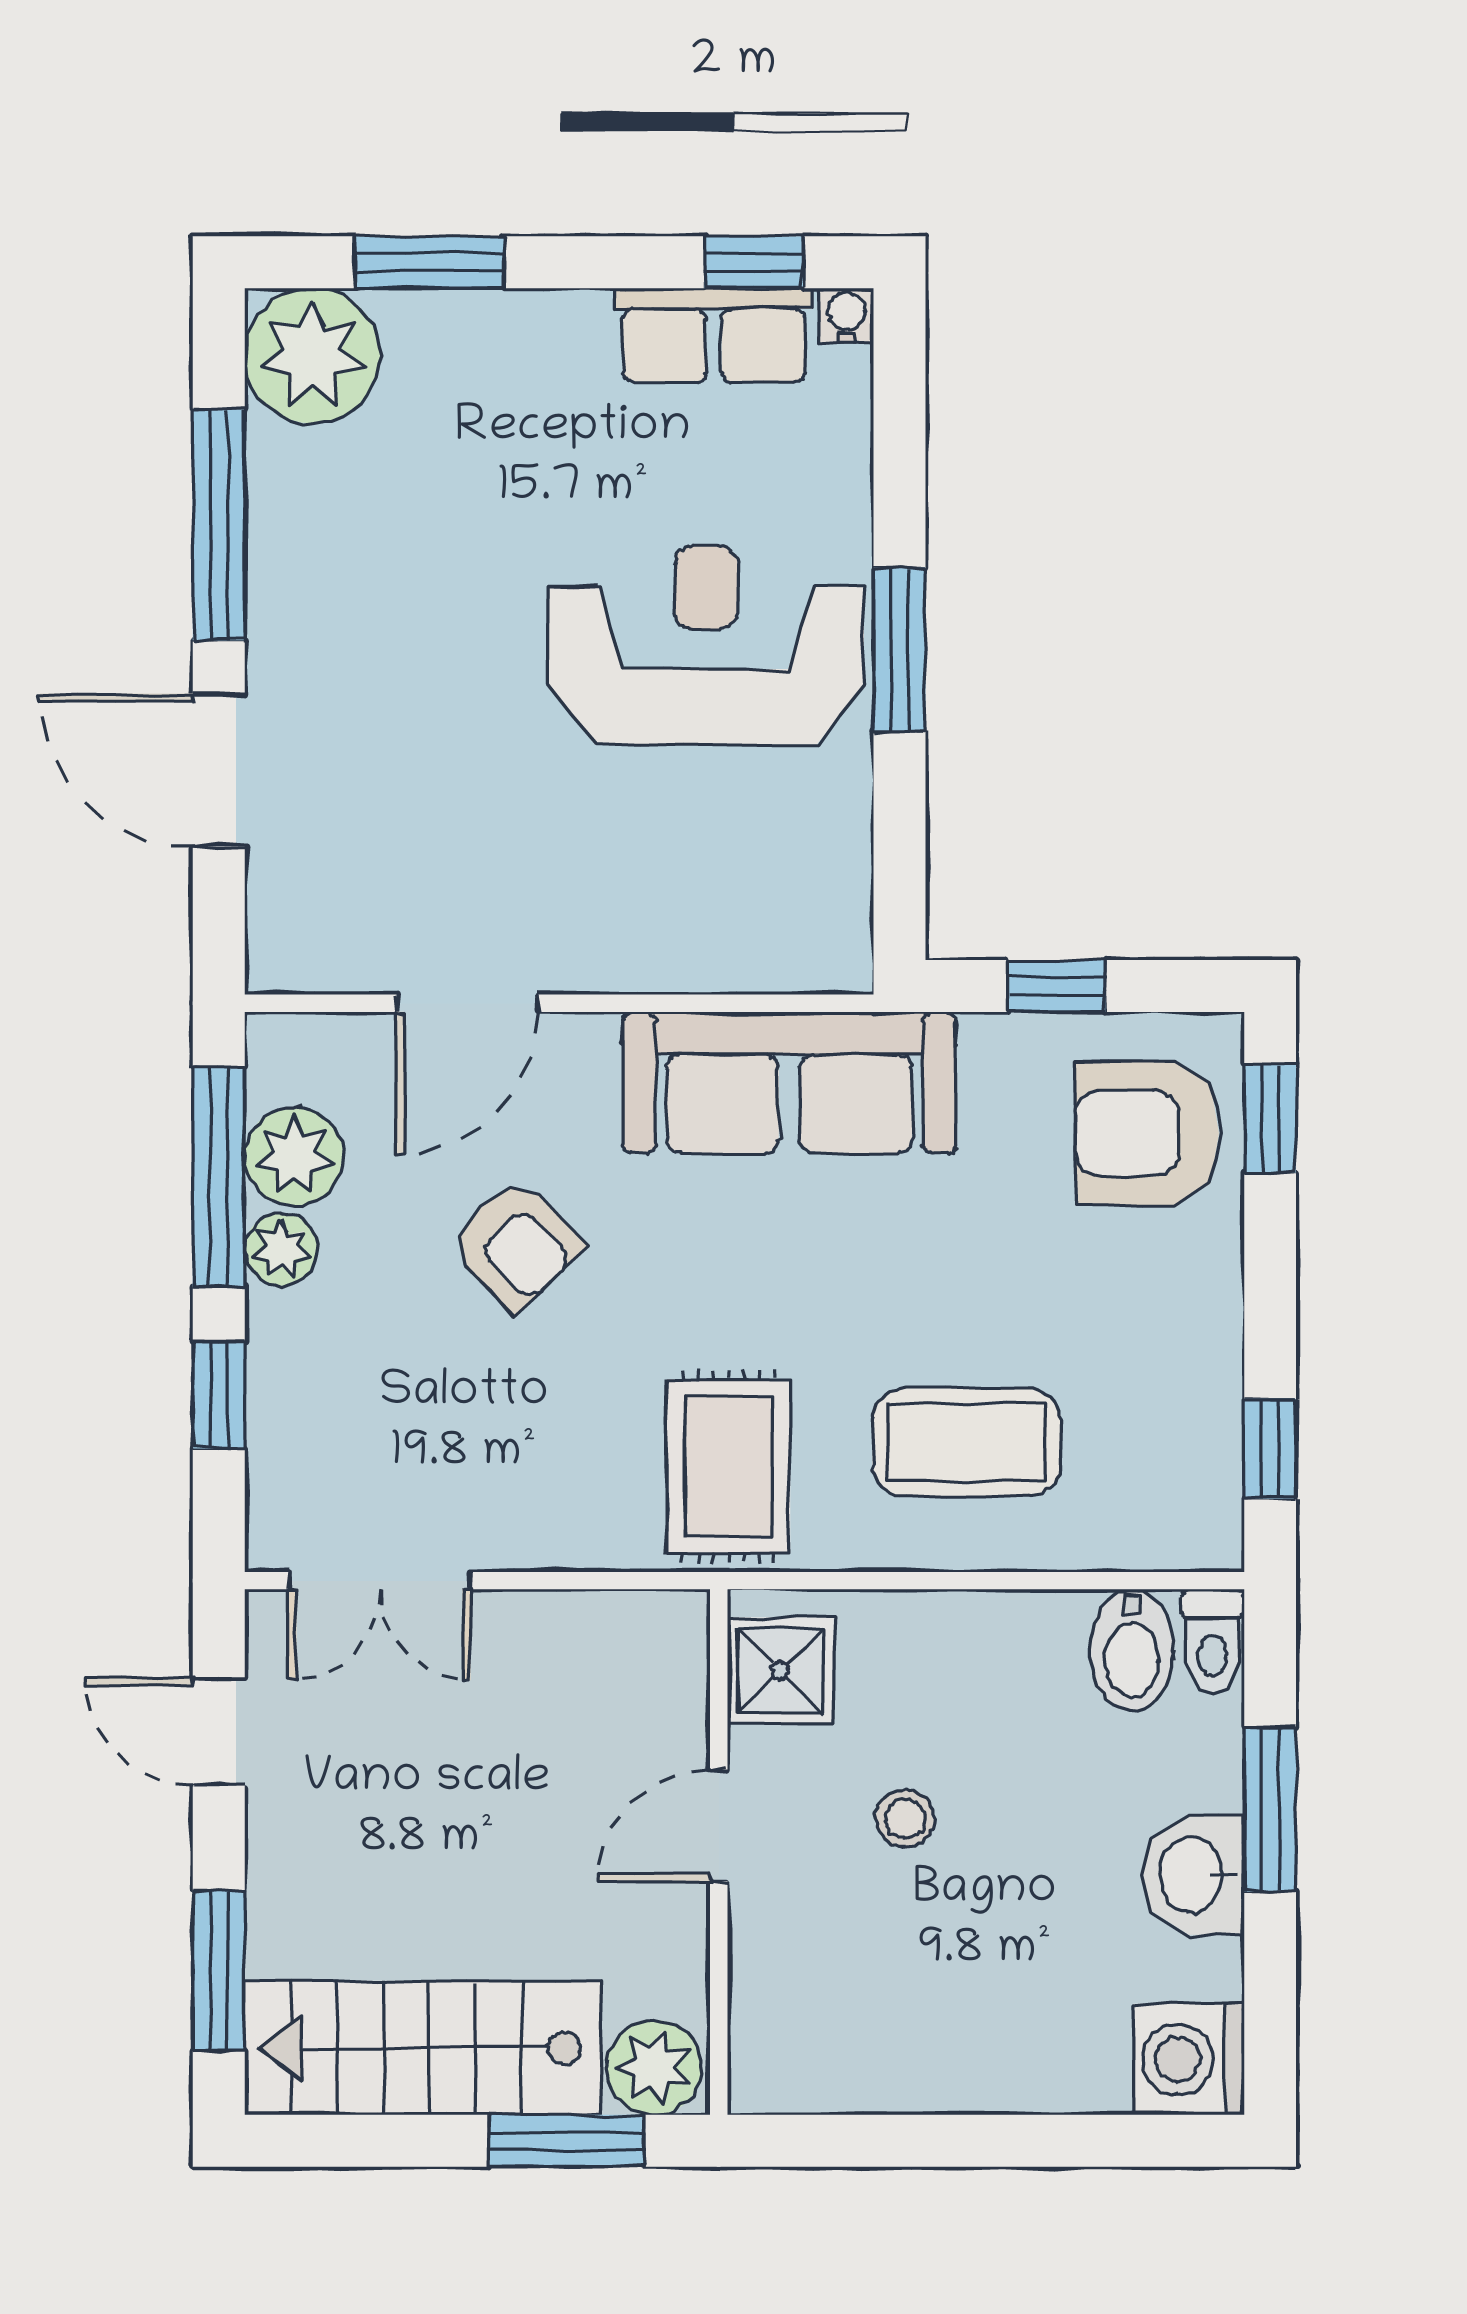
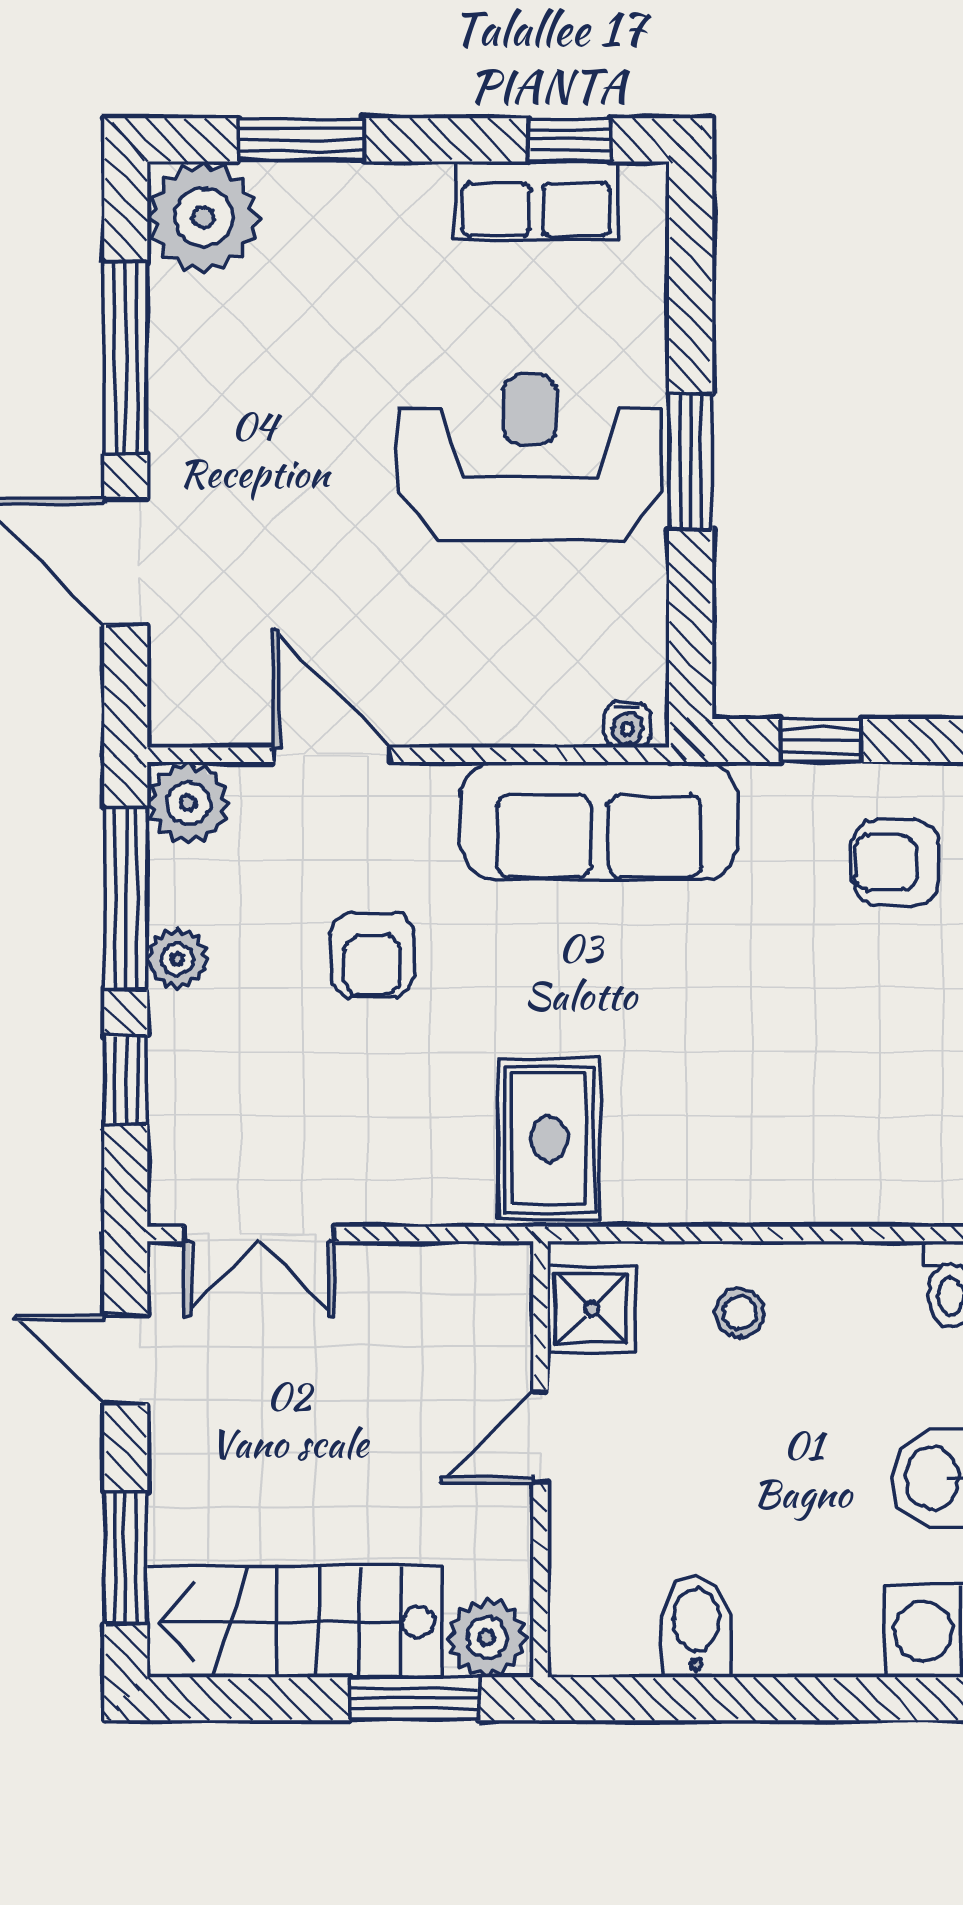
water cooler: (846, 315) -> (627, 725), moved, turned 180
door: (468, 1003) -> (332, 755), swing flipped
armchair: (1147, 1133) -> (896, 863), width x0.72, depth x0.72
plant: (294, 1156) -> (188, 803), moved
armchair: (516, 1244) -> (372, 955), turned 44
coffee table: (967, 1442) -> (746, 1119), removed
bidet: (1132, 1650) -> (696, 1627), moved, turned 180
stool: (905, 1818) -> (740, 1313), moved

